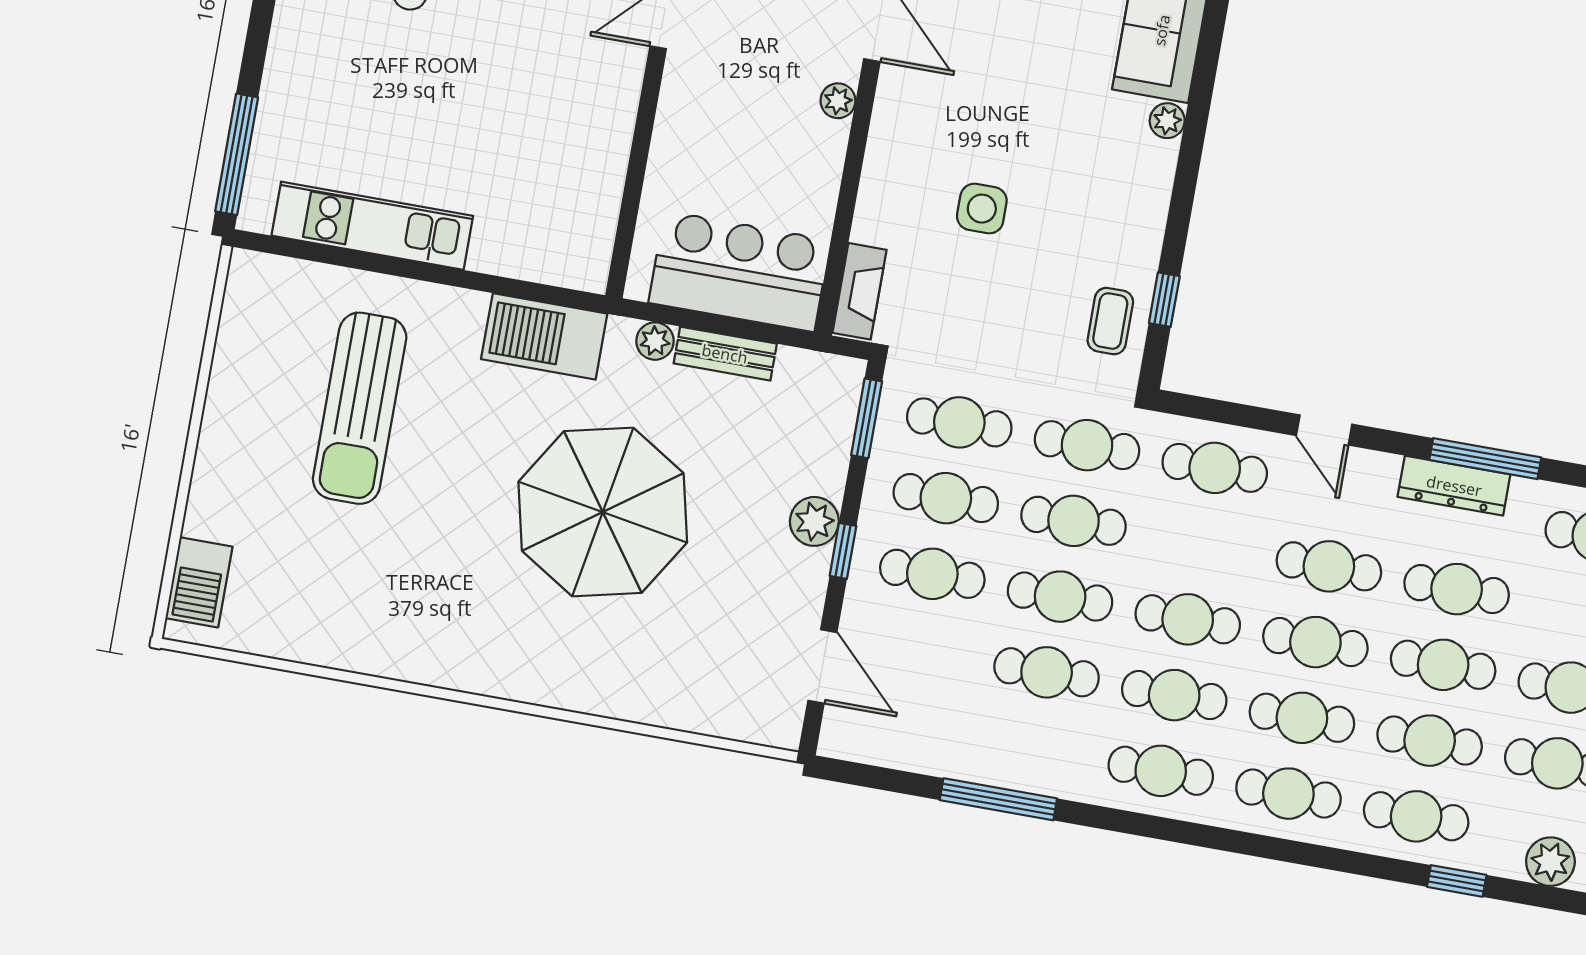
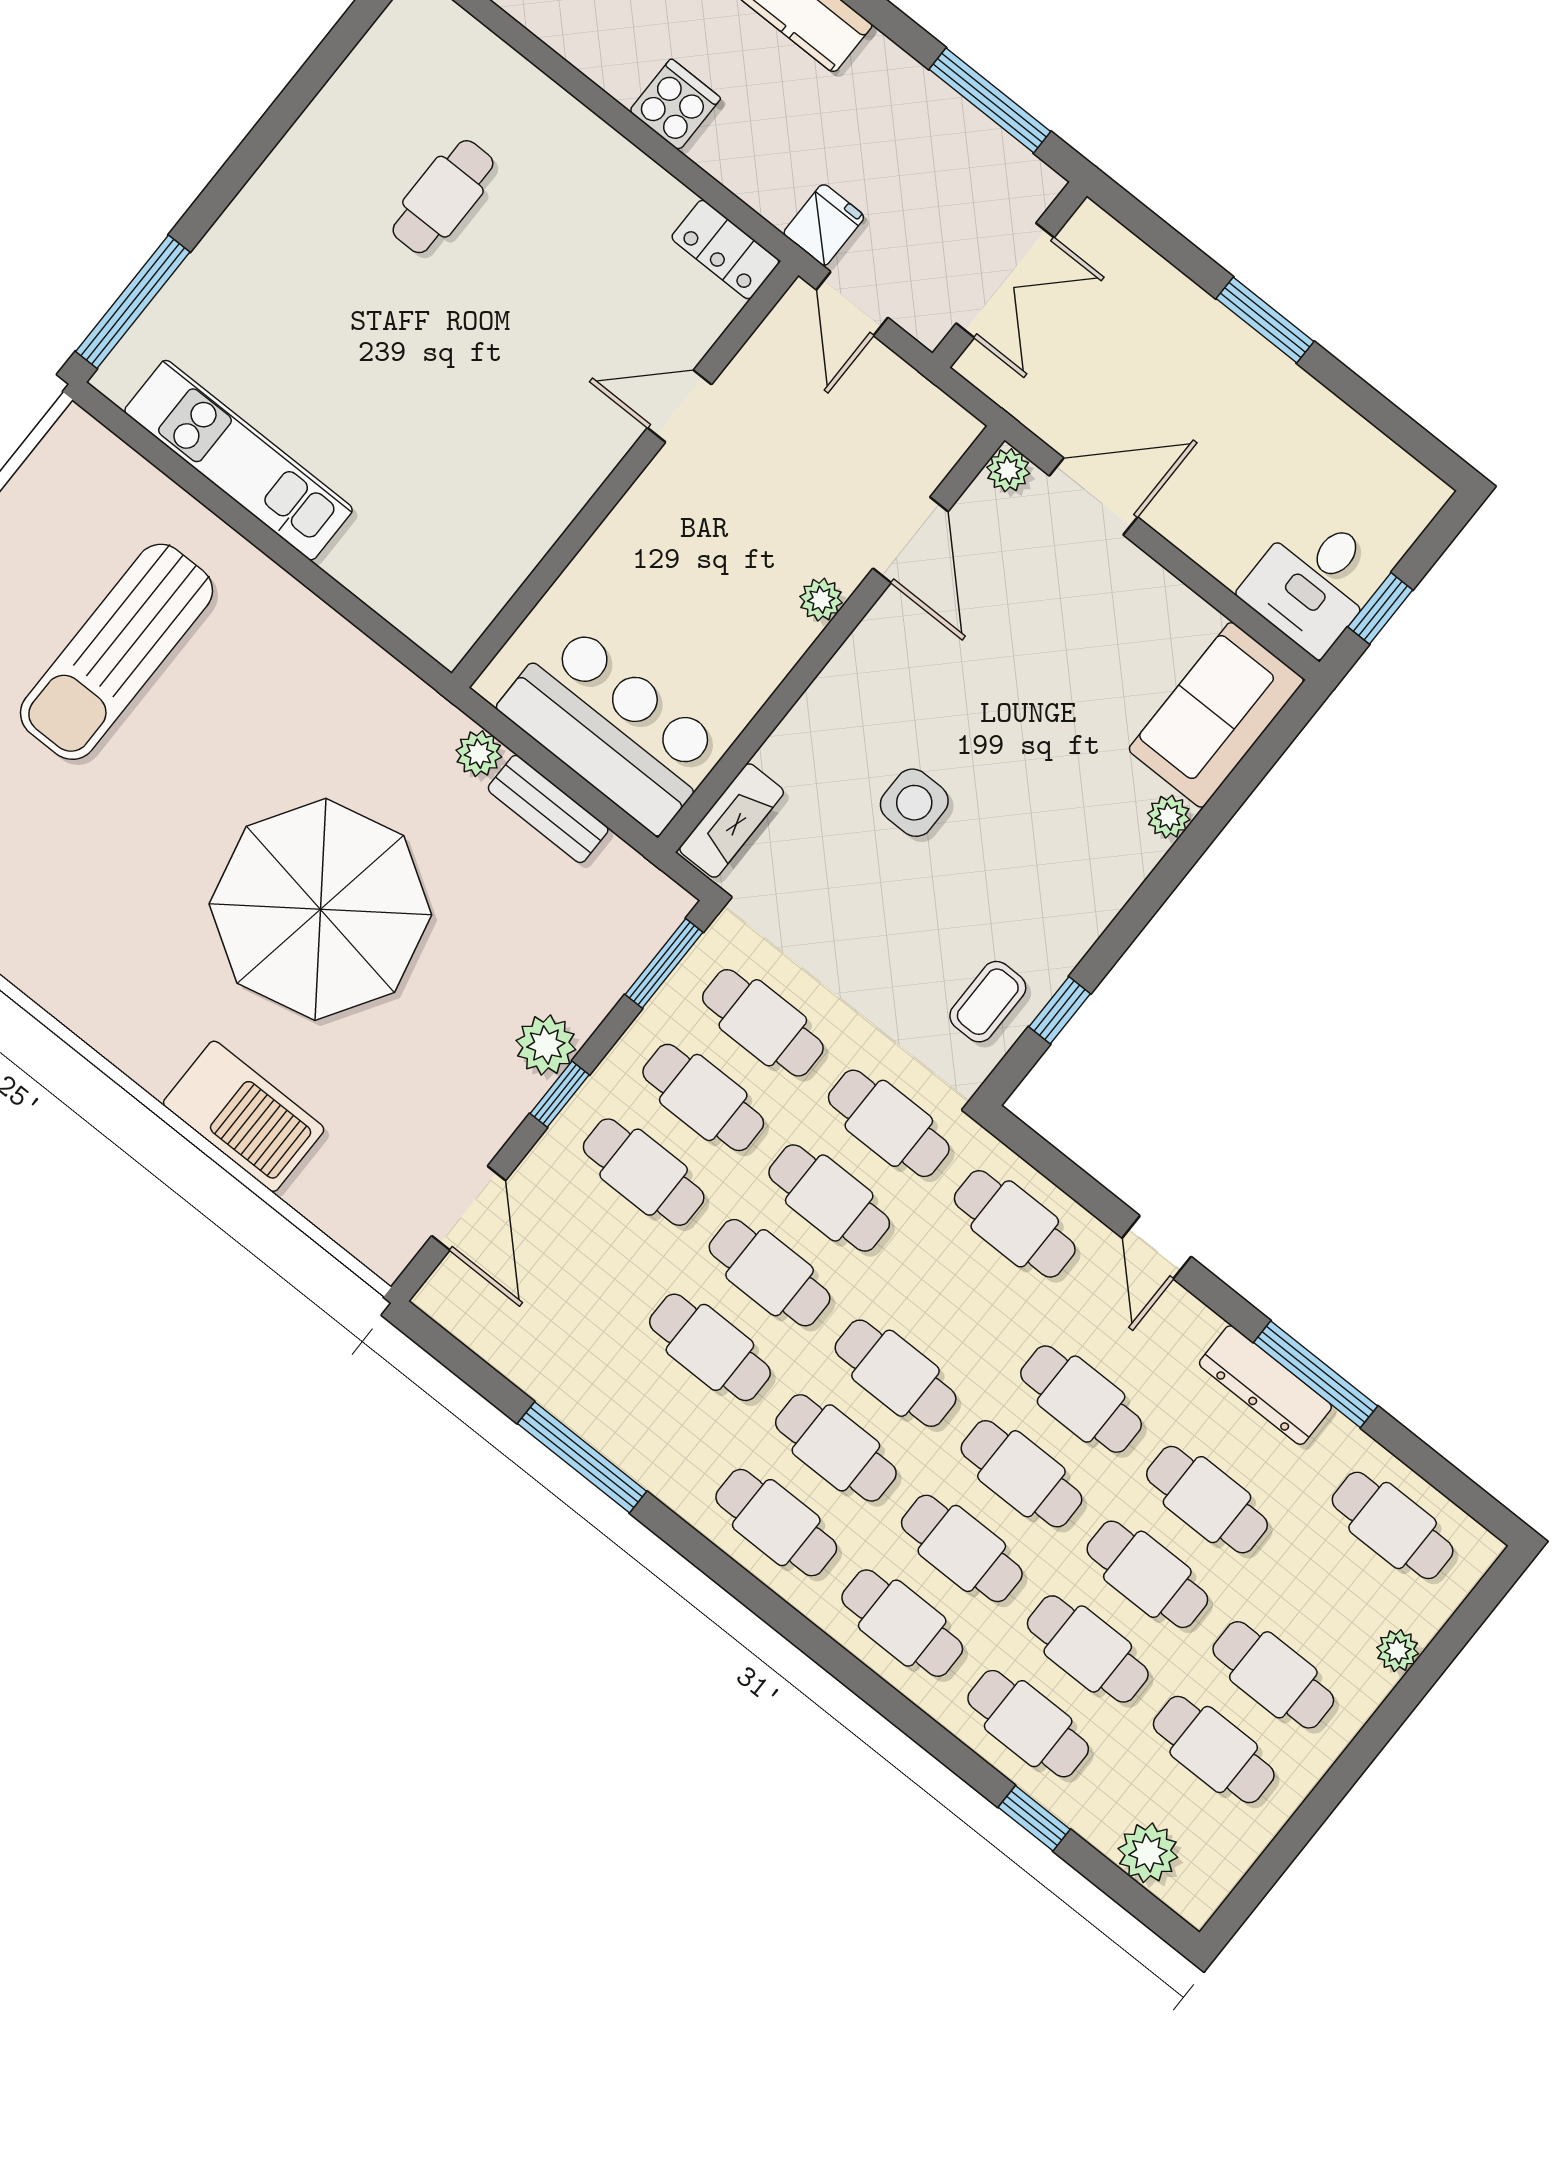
barbecue: (544, 336) -> (244, 1116), moved, turned 180

